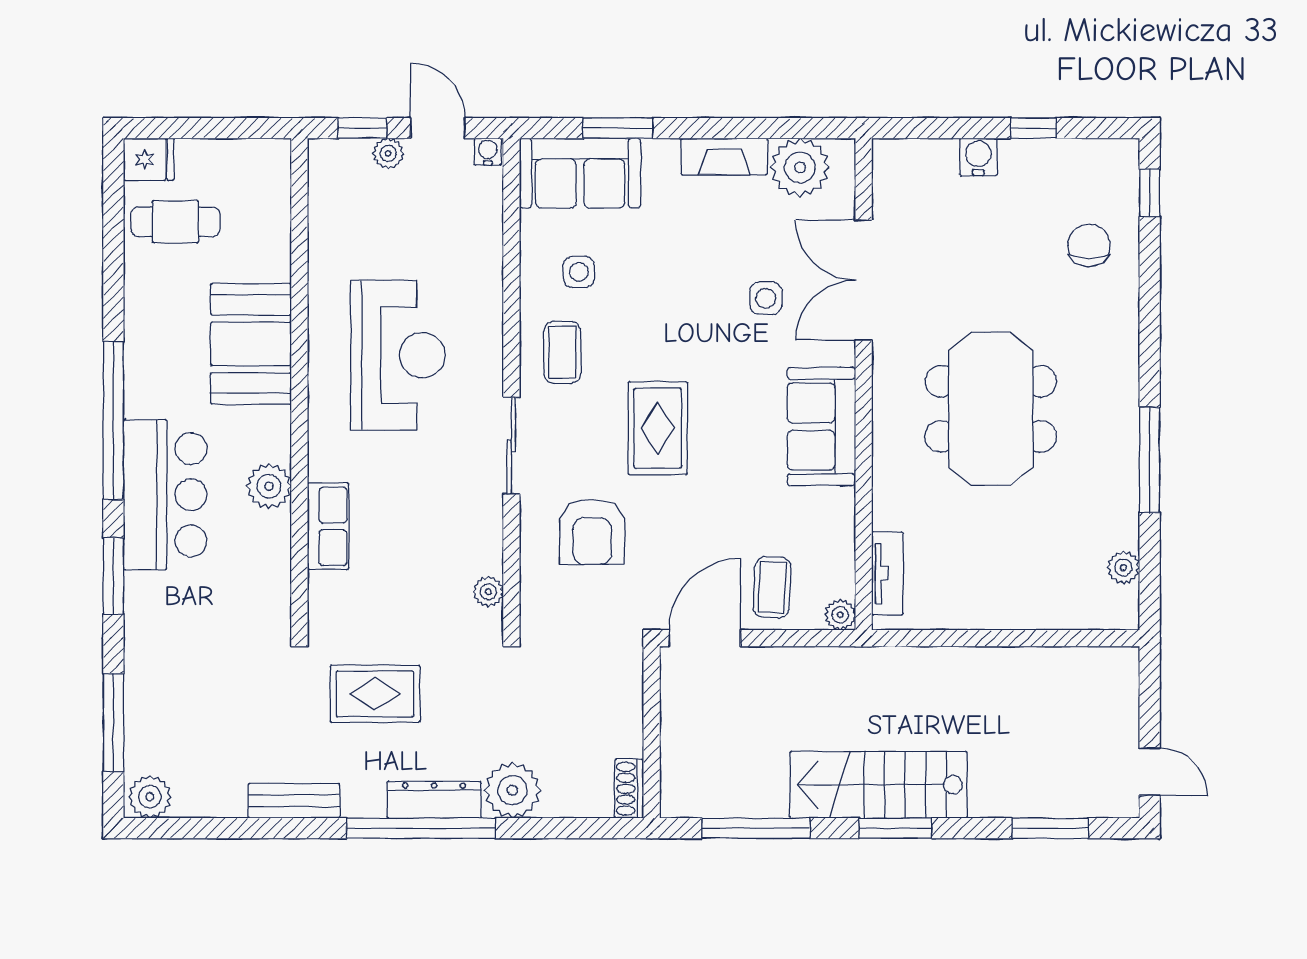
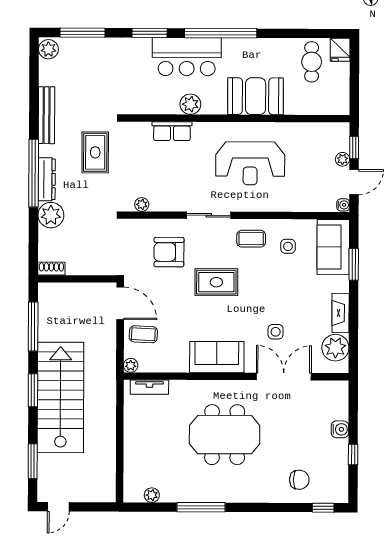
stairs: (879, 785) -> (60, 397), width x1.36, depth x1.51
bench: (294, 801) -> (46, 115), width x1.36

